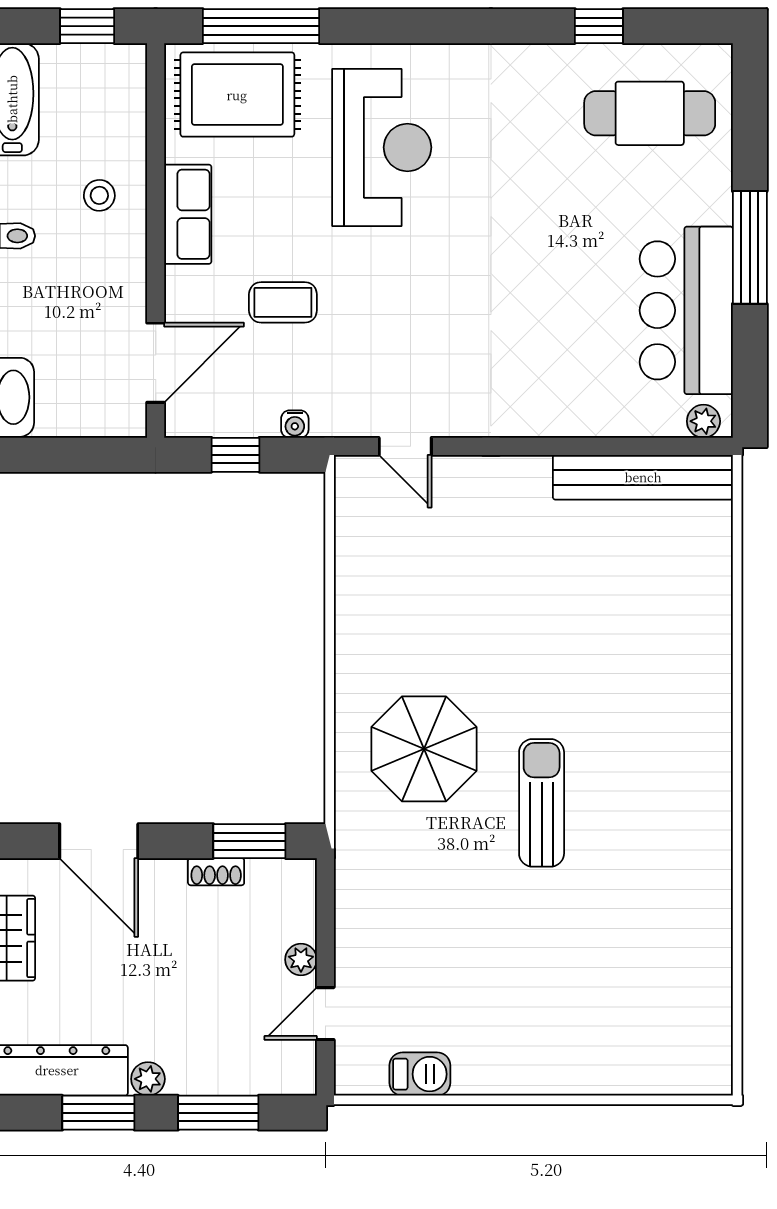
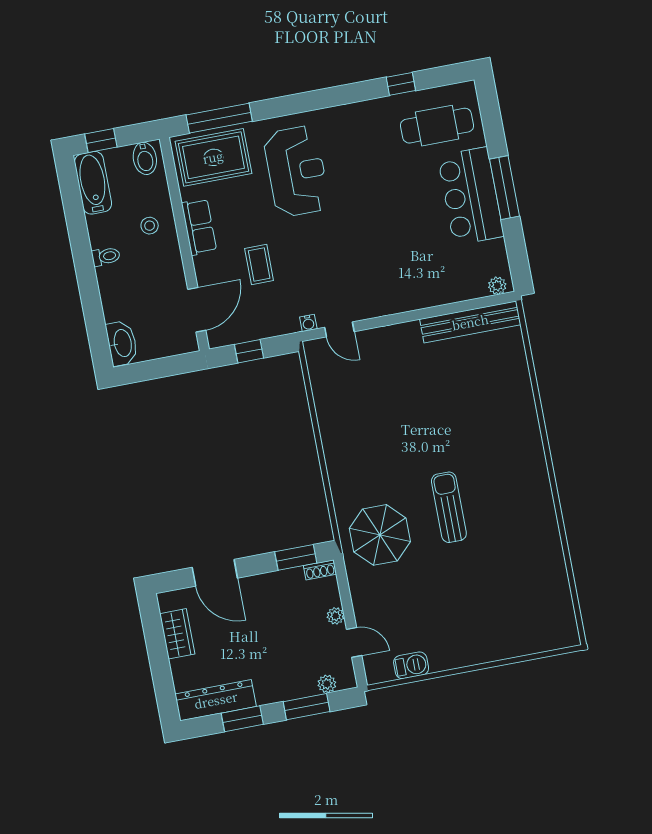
window: (87, 26) -> (101, 141), moved
bidet: (114, 73) -> (145, 158), added
coffee table: (283, 302) -> (259, 264), turned 90
bar counter: (686, 310) -> (471, 196), moved
water cooler: (295, 424) -> (308, 323), moved
parasol: (424, 749) -> (380, 535), moved
shoe rack: (216, 872) -> (320, 570), moved
door: (325, 1014) -> (354, 642), swing flipped
plant: (148, 1079) -> (327, 684), moved

